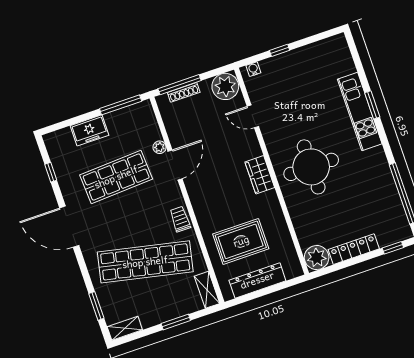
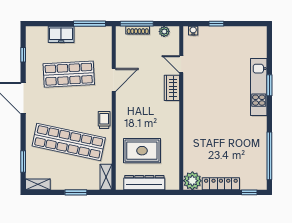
plant: (225, 86) -> (164, 31), width x0.53, depth x0.53
plant: (160, 147) -> (107, 63), removed
round table: (311, 167) -> (211, 115), removed
wardrobe: (260, 175) -> (172, 88), moved

